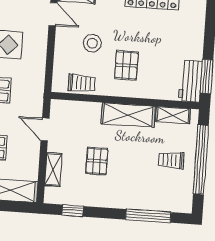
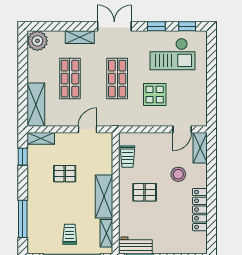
stool: (92, 43) -> (178, 174), moved
shelving: (53, 170) -> (41, 138), moved

